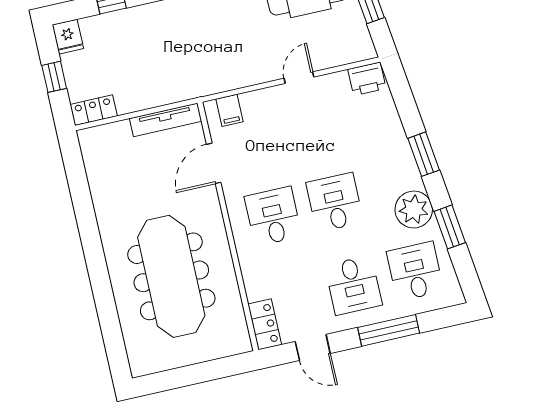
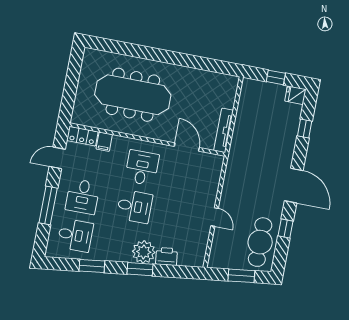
printer: (367, 79) -> (167, 256), moved, turned 83
locker: (94, 110) -> (247, 92), removed
filing cabinet: (229, 110) -> (104, 142), moved, turned -90
plant: (414, 210) -> (144, 252), moved
desk: (273, 216) -> (142, 168), turned -90
desk: (353, 285) -> (83, 197), turned -90

